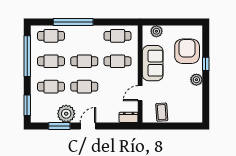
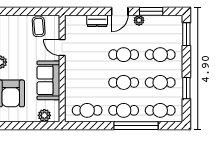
window: (27, 56) -> (186, 88), width x0.47
cafe table: (118, 61) -> (124, 110), moved
door: (140, 93) -> (62, 47), swing flipped
plant: (66, 114) -> (139, 20), width x0.53, depth x0.53
dresser: (129, 117) -> (97, 21), moved

